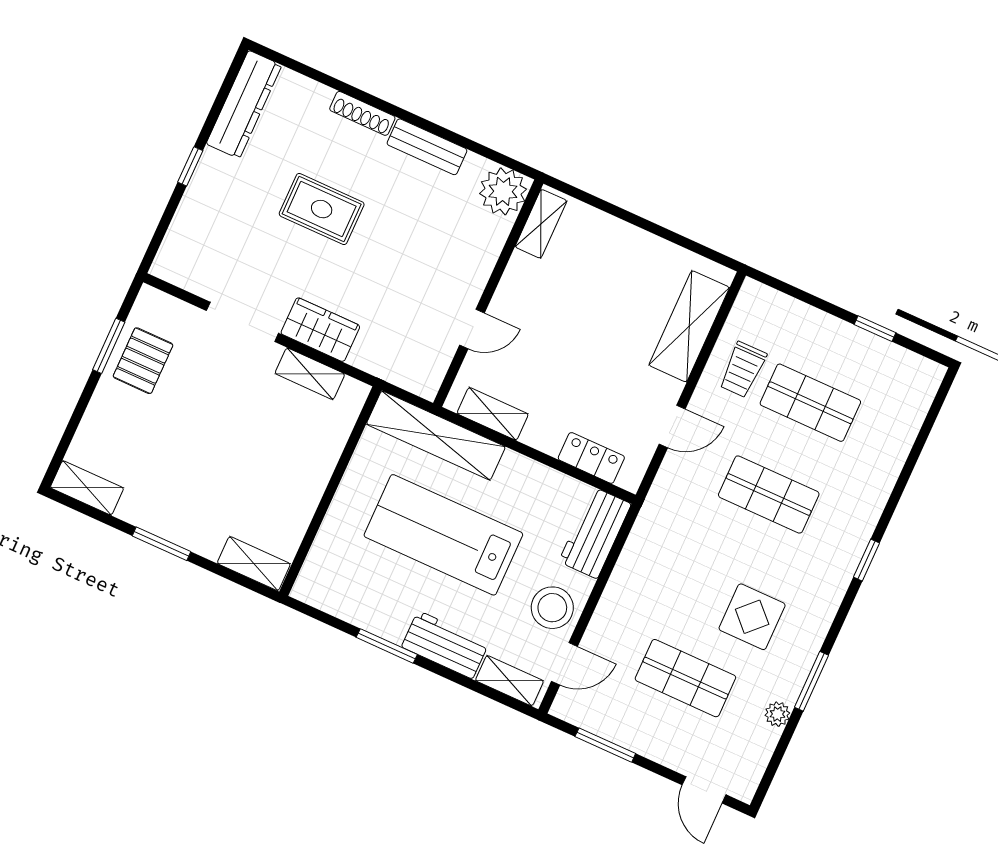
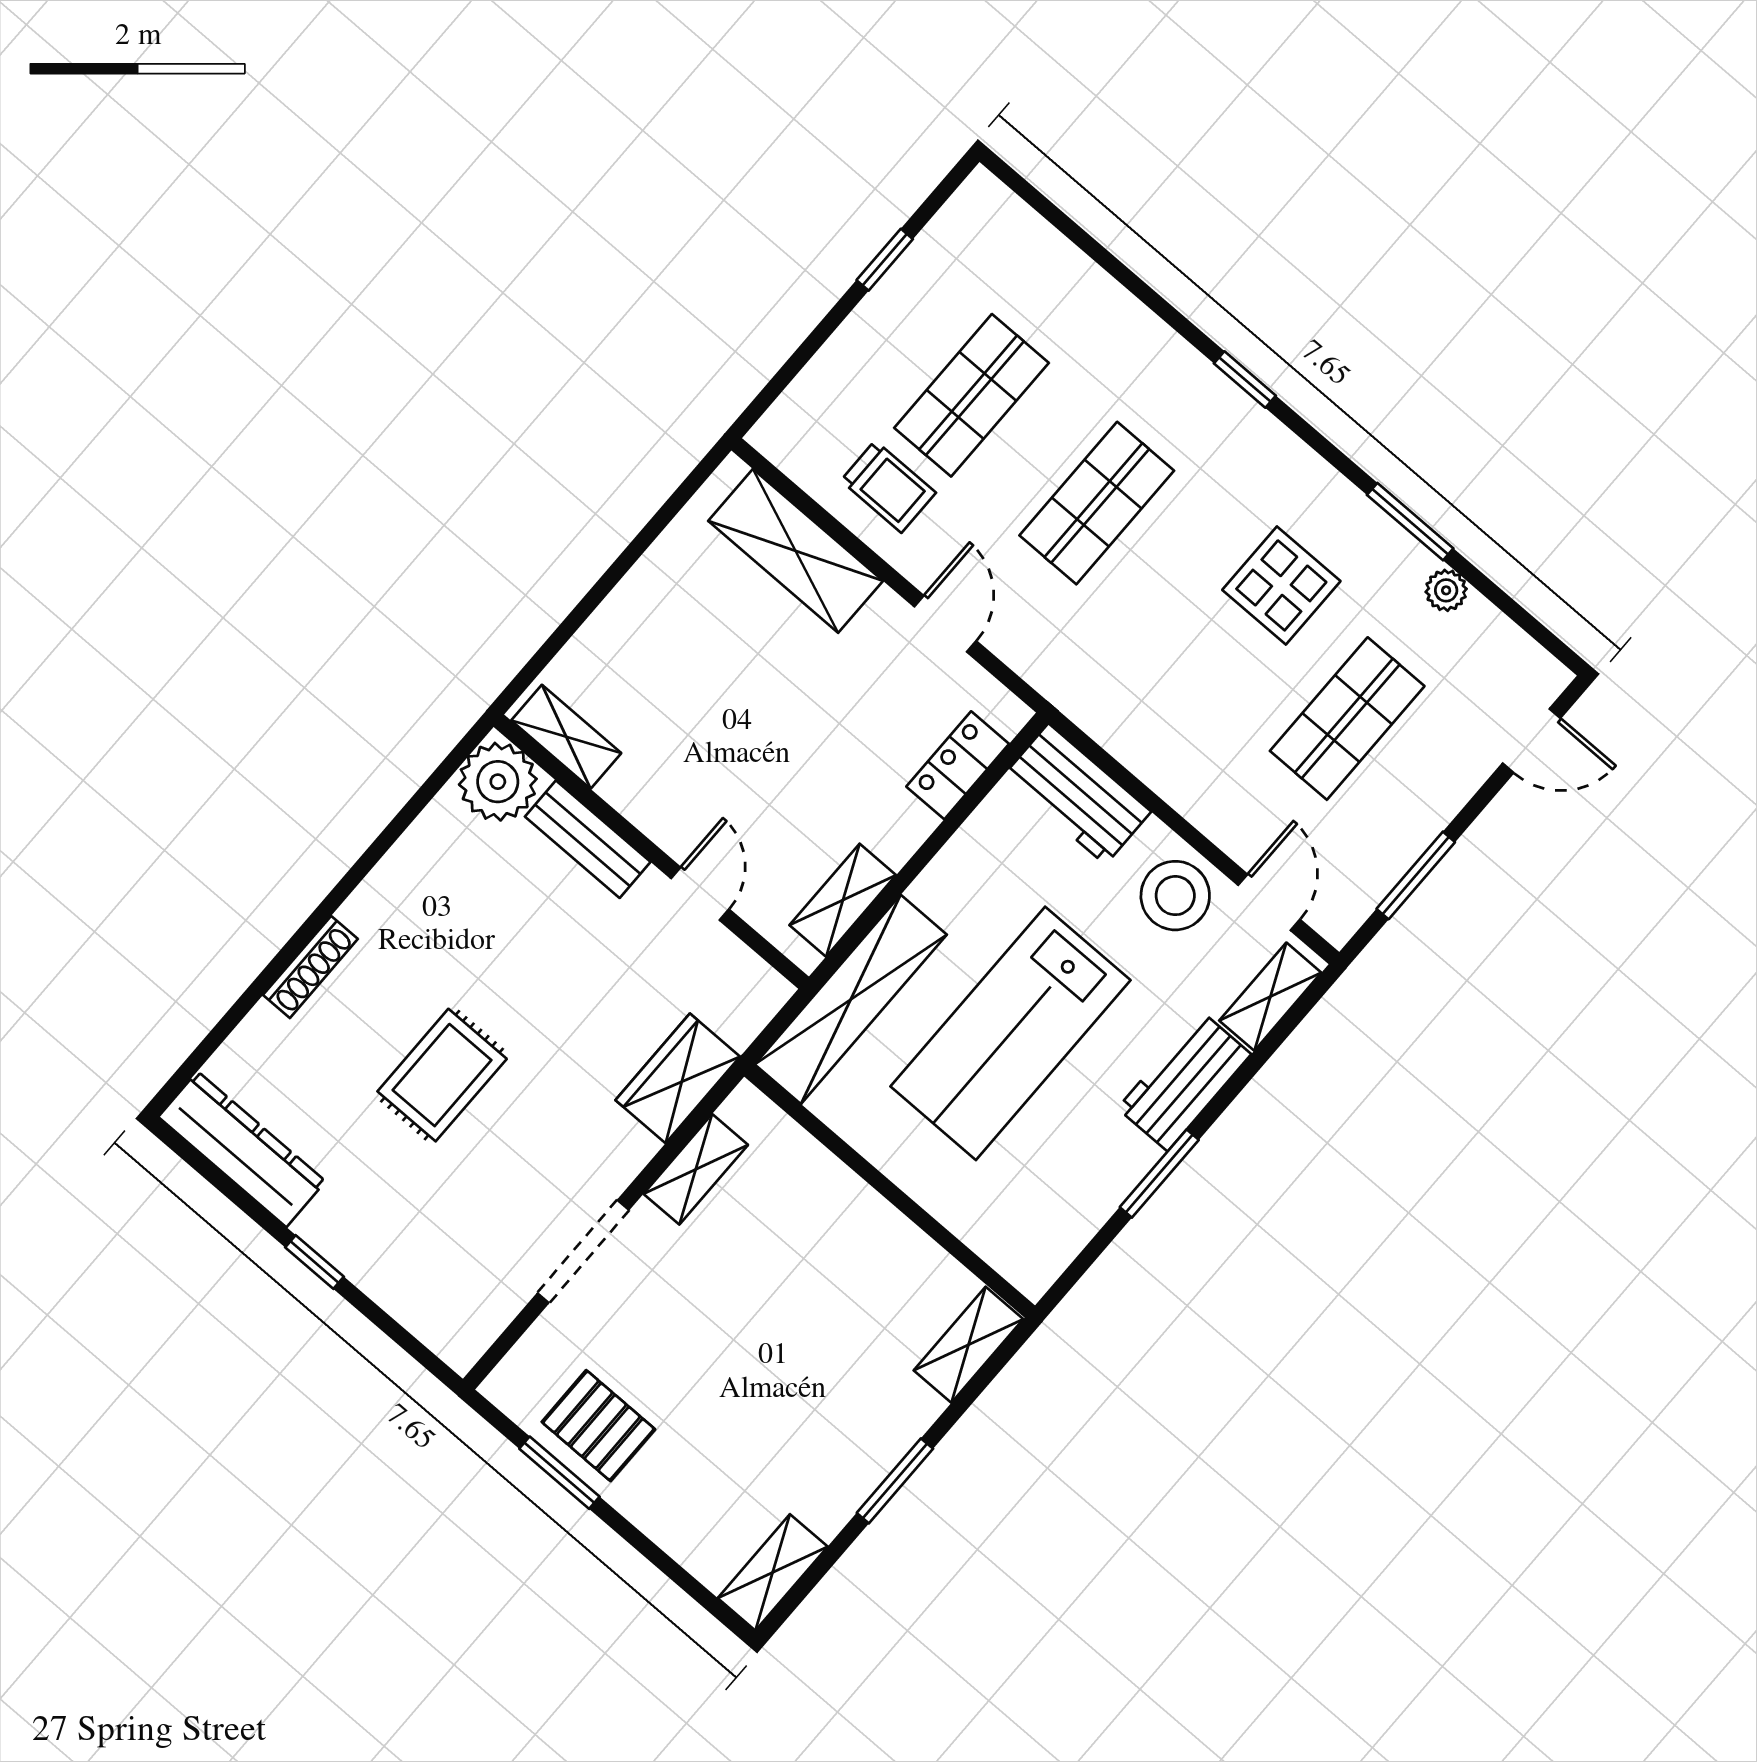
bench: (427, 147) -> (588, 839), moved, turned 90
wardrobe: (320, 330) -> (678, 1078), moved

